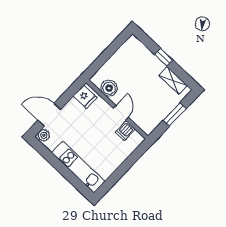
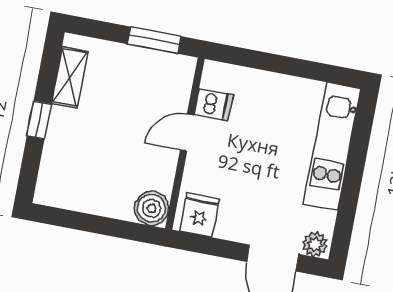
boiler: (109, 88) -> (151, 208), moved
window: (174, 115) -> (154, 40), moved

